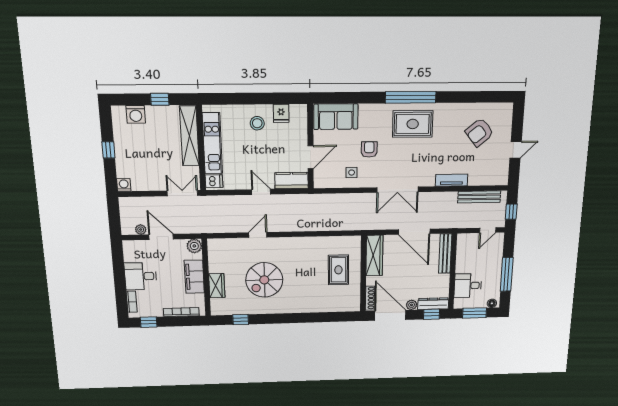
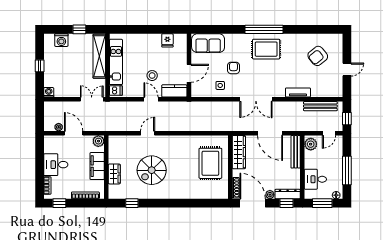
stool: (257, 123) -> (152, 76), moved
plant: (464, 244) -> (311, 144), added
rug: (338, 270) -> (210, 163), width x1.36, depth x1.43

